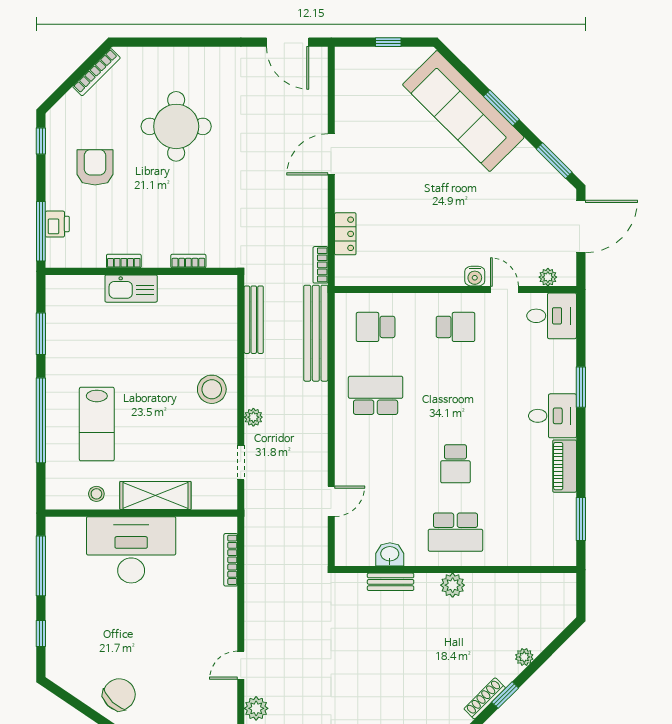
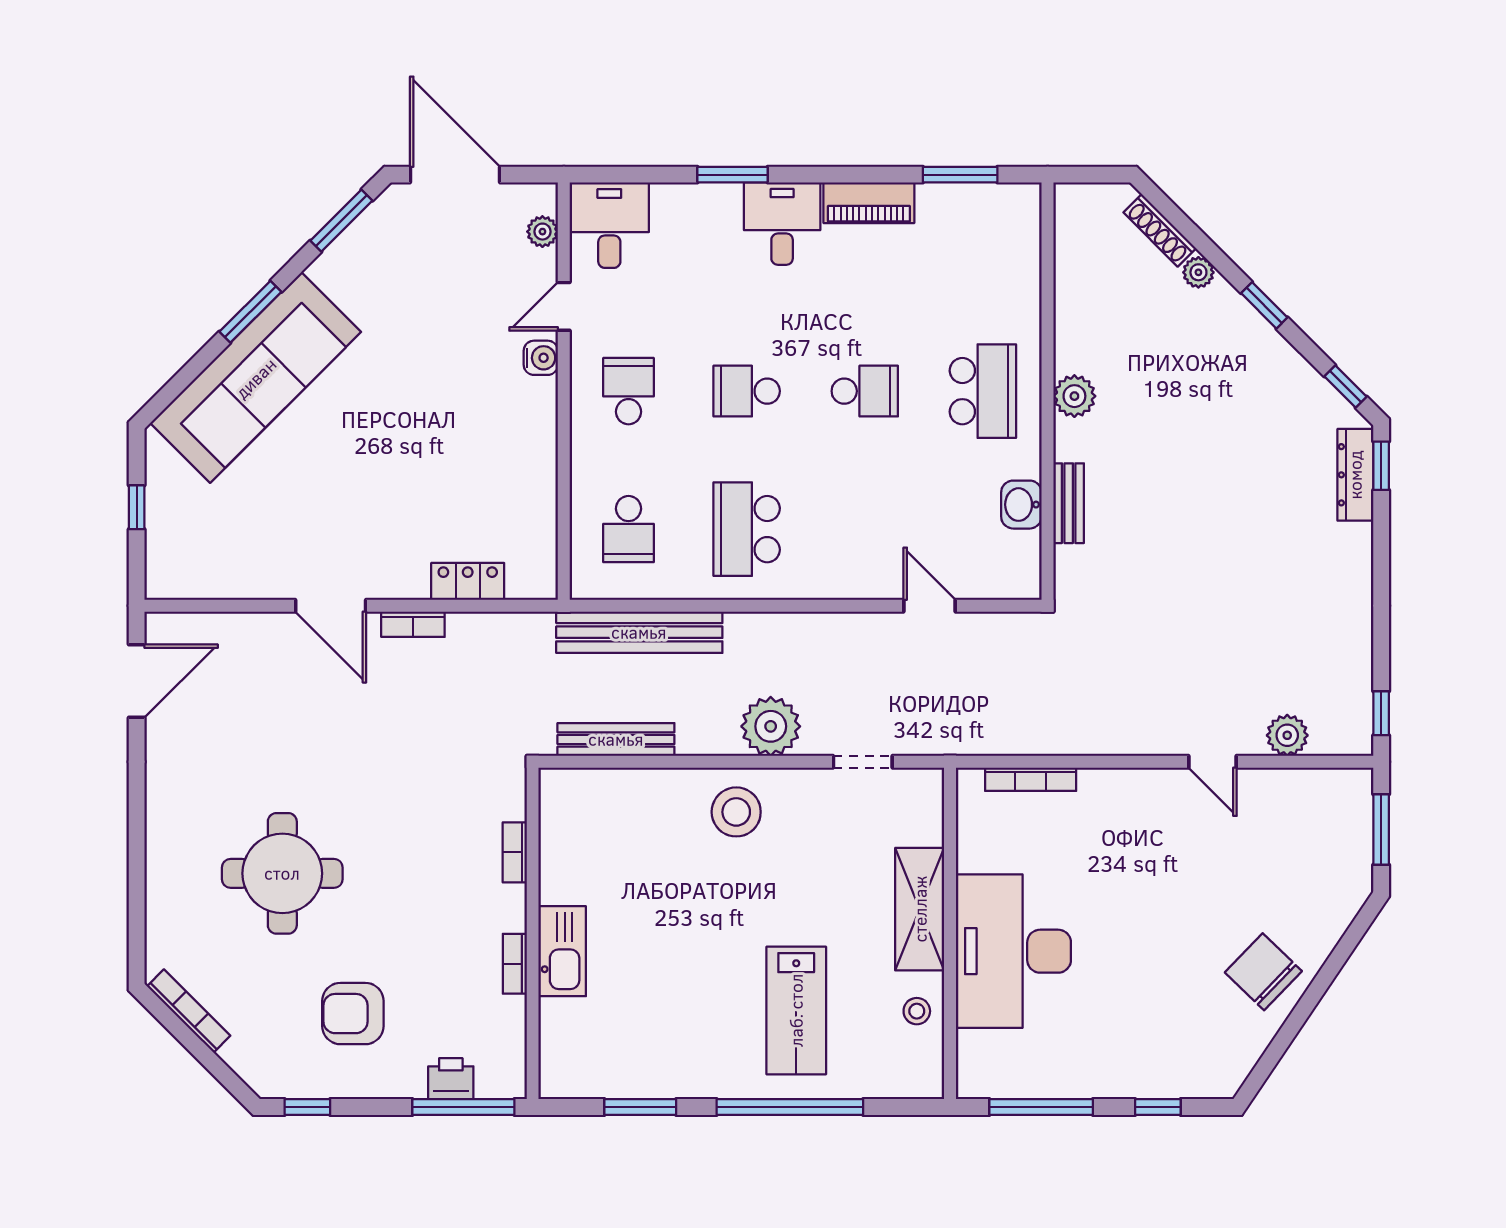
bookcase: (320, 265) -> (413, 624), moved
school desk: (455, 395) -> (747, 391), added
plant: (253, 417) -> (771, 726), width x1.88, depth x1.88
lab bench: (97, 424) -> (796, 1010), turned 90
shoe rack: (485, 698) -> (1160, 230), moved

